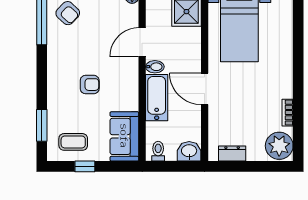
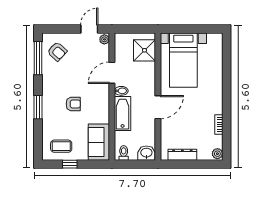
door: (205, 89) -> (158, 107), swing flipped
window: (42, 125) -> (38, 107), moved
plant: (279, 146) -> (217, 154), width x0.53, depth x0.53
dresser: (232, 154) -> (182, 155), width x1.44

